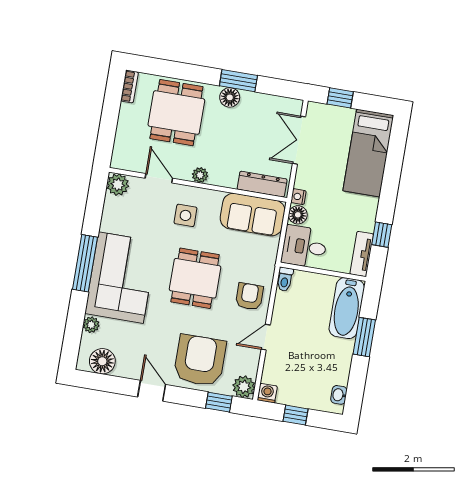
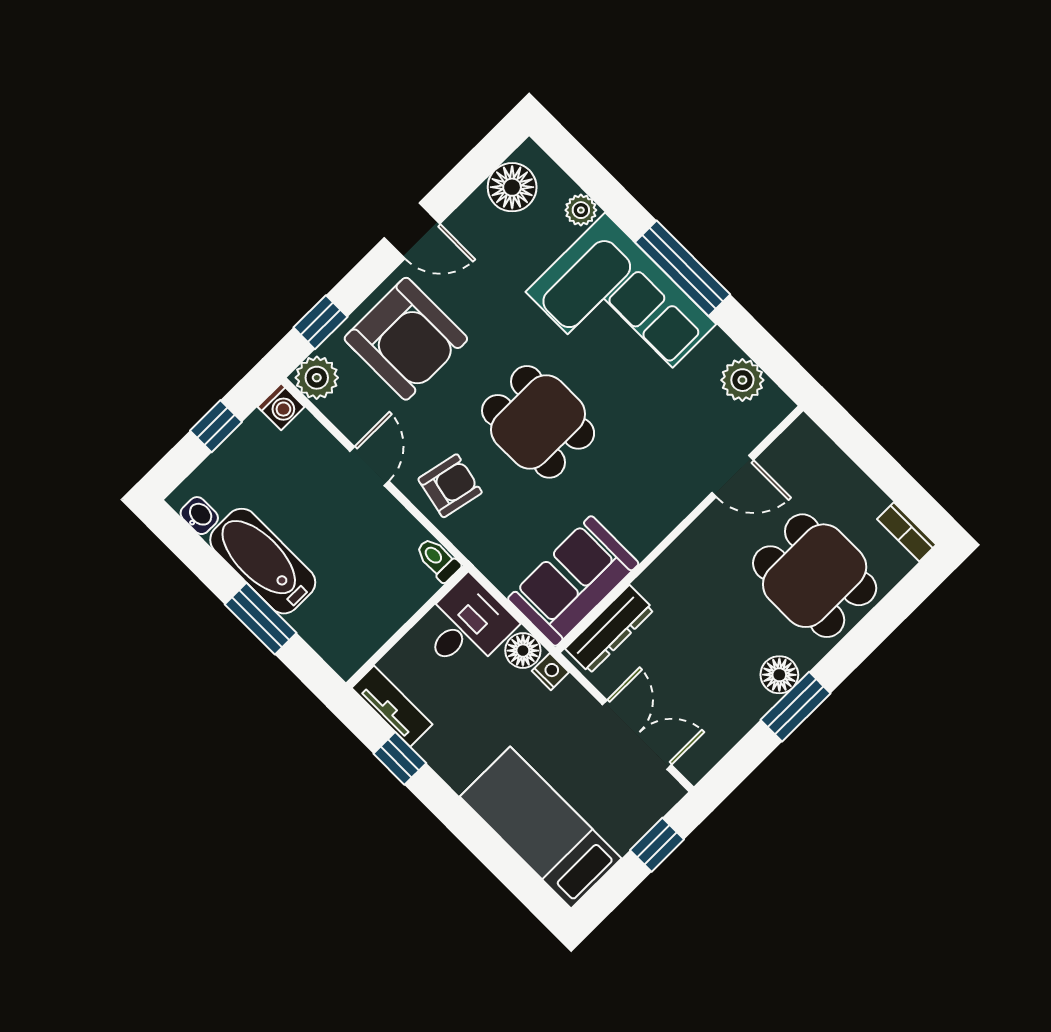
plant: (200, 175) -> (692, 543), removed
plant: (118, 185) -> (742, 380), moved
side table: (185, 215) -> (646, 476), removed
armchair: (249, 296) -> (450, 486), turned -78
bathtub: (347, 308) -> (263, 561), moved

